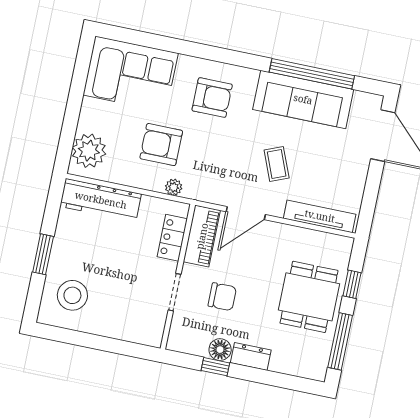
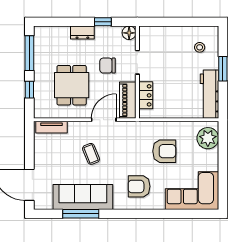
window: (312, 74) -> (81, 214), width x0.68
plant: (174, 187) -> (151, 127), removed
workbench: (101, 200) -> (210, 94), moved, turned -90
tv unit: (320, 216) -> (52, 127), width x0.71
stool: (72, 295) -> (200, 47), width x0.53, depth x0.53
dining table: (309, 297) -> (72, 85), moved
floor lamp: (220, 350) -> (129, 33), moved

